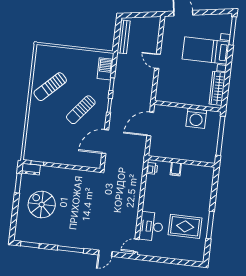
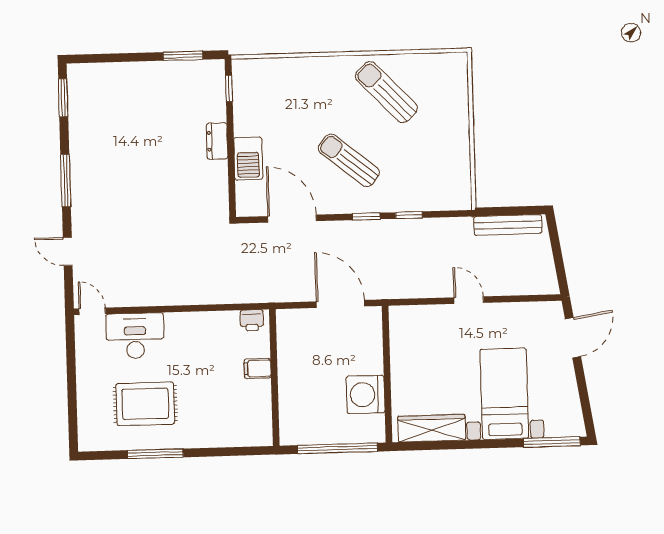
door: (158, 61) -> (469, 300), hinge flipped
barbecue: (105, 69) -> (248, 158), moved, turned 90
dresser: (31, 169) -> (217, 141), moved
spiral stairs: (42, 205) -> (147, 109), removed
rug: (185, 226) -> (145, 404), turned 90

